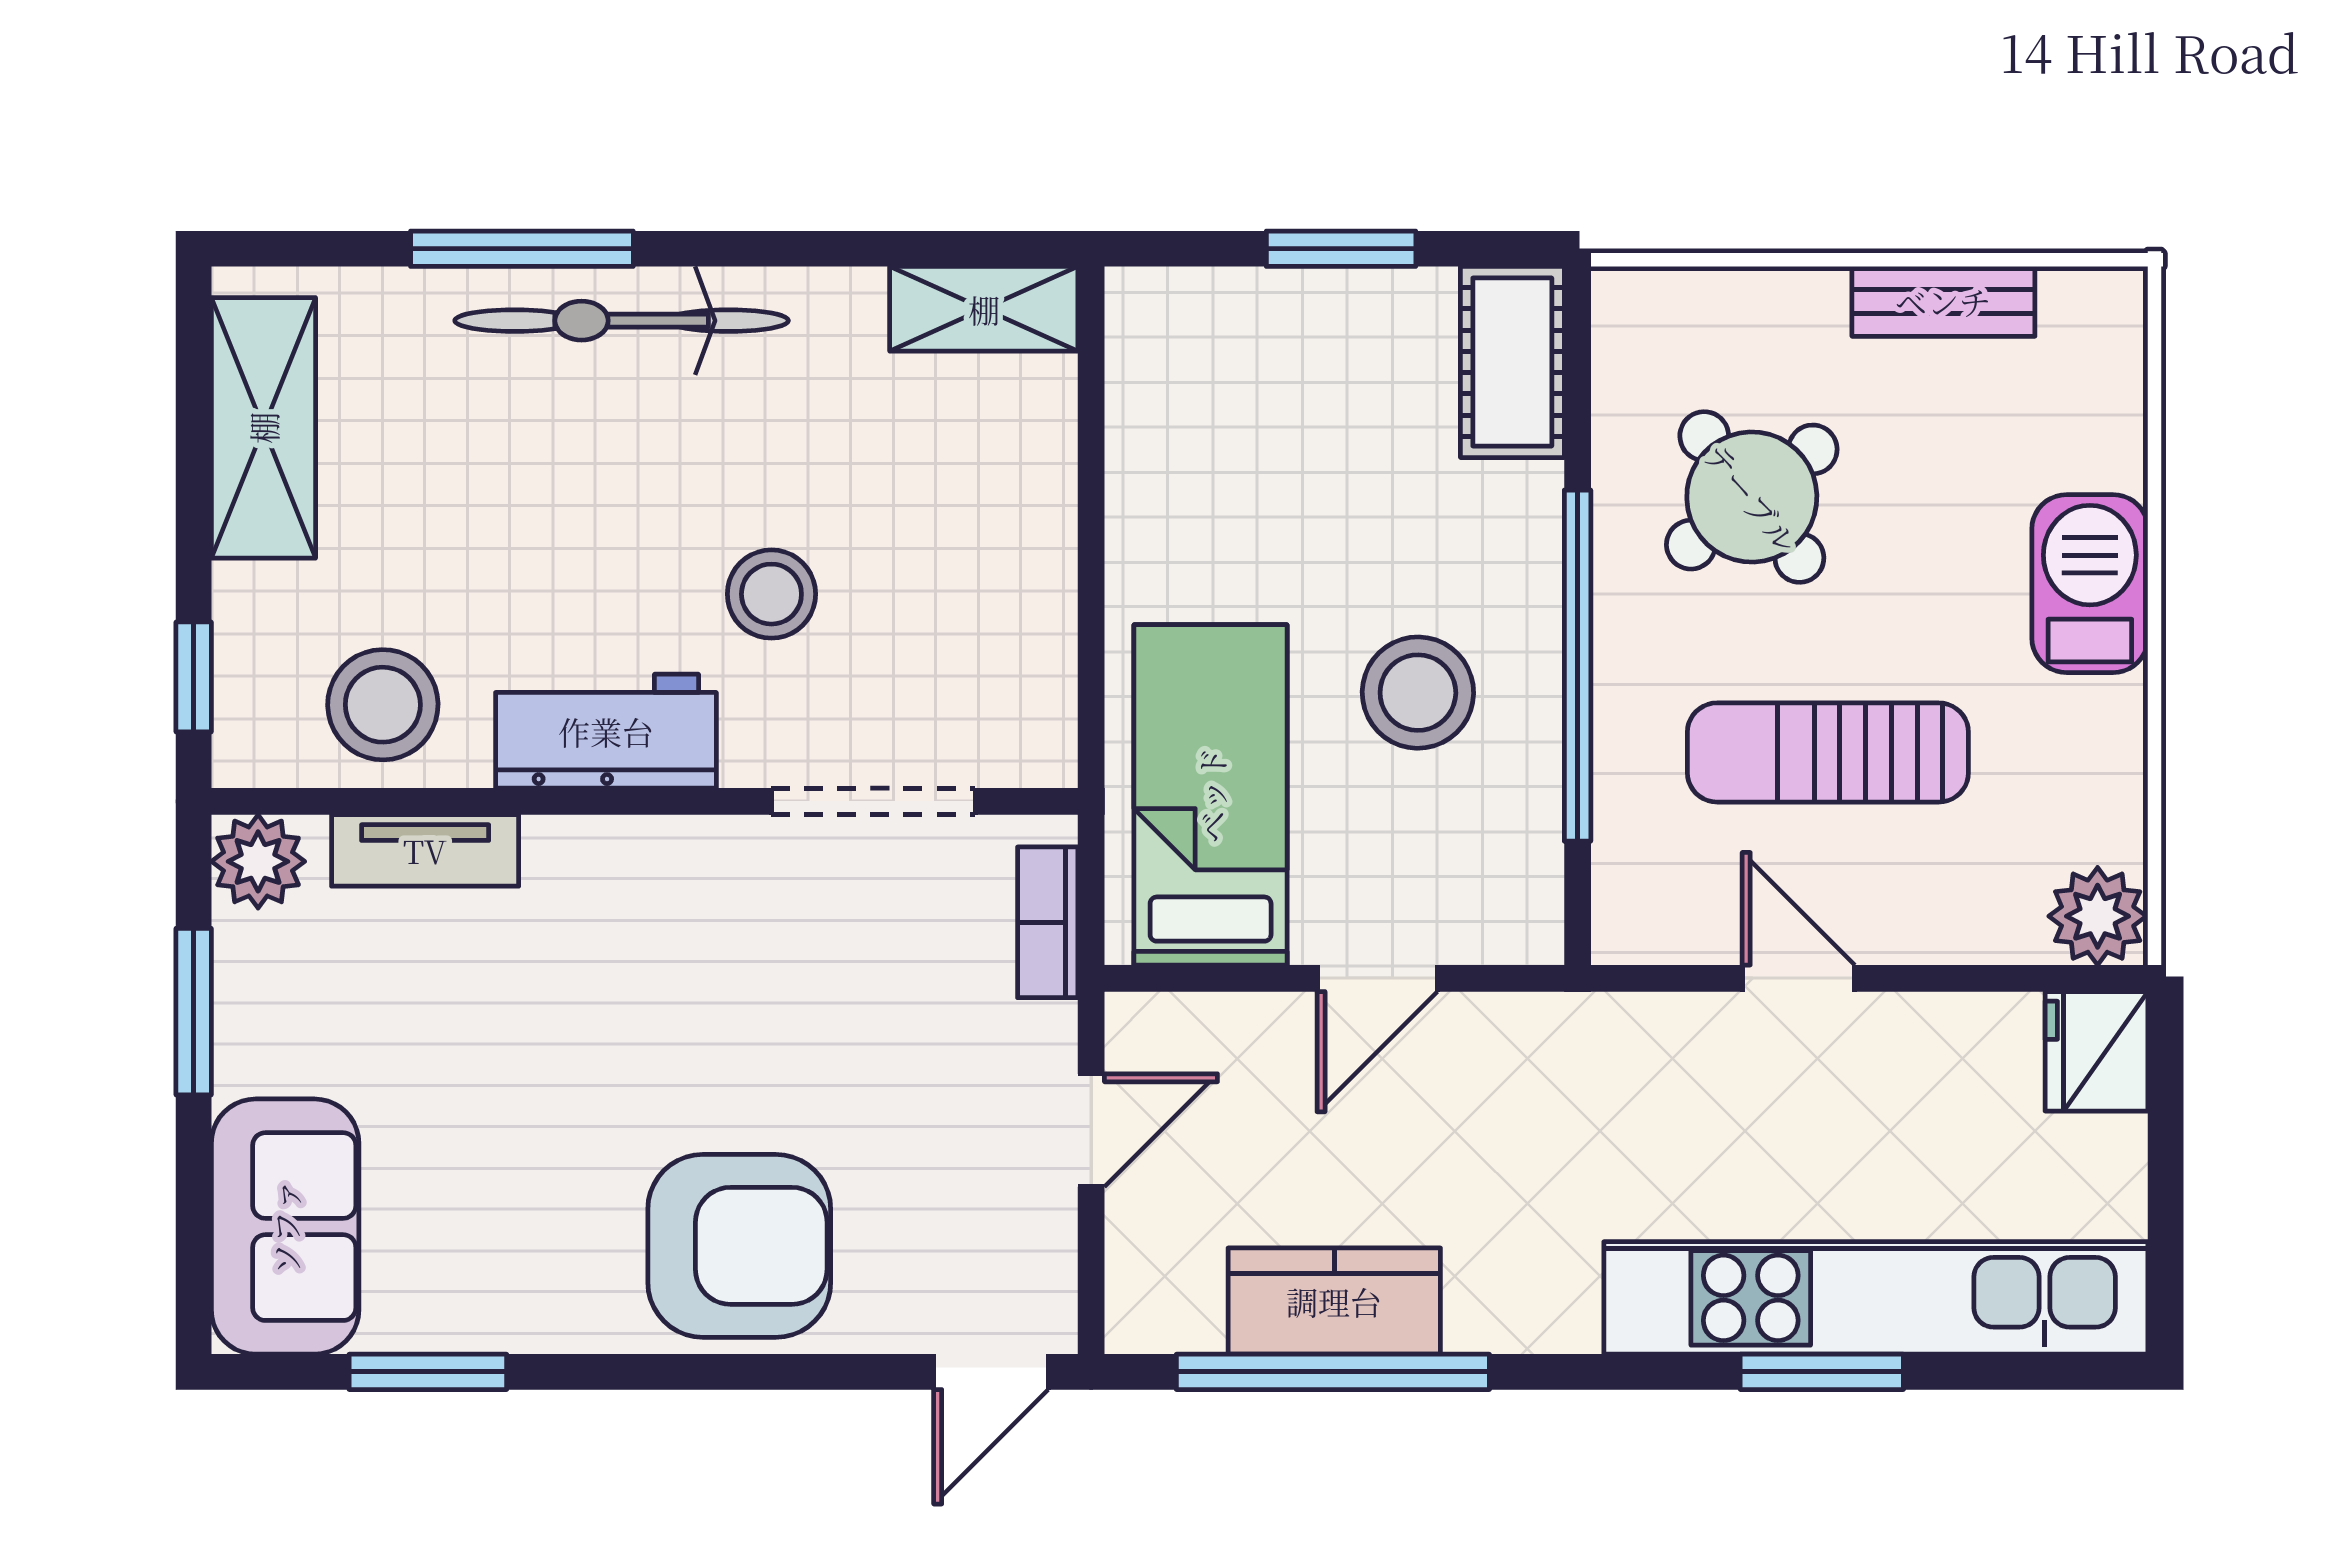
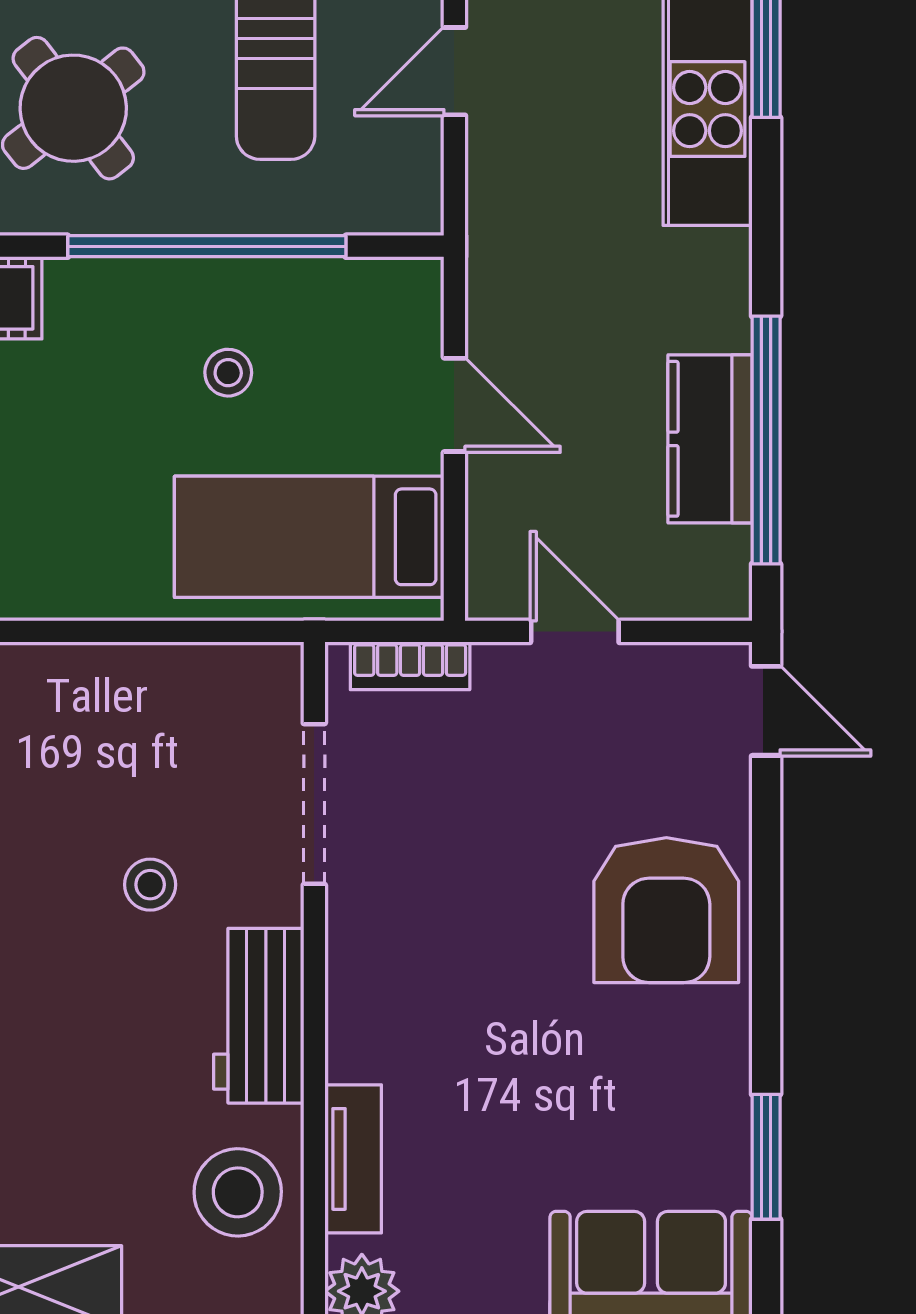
stool: (771, 594) -> (150, 885), width x0.73, depth x0.73
stool: (1418, 693) -> (228, 373), width x0.53, depth x0.53
armchair: (739, 1246) -> (666, 910), turned 180

